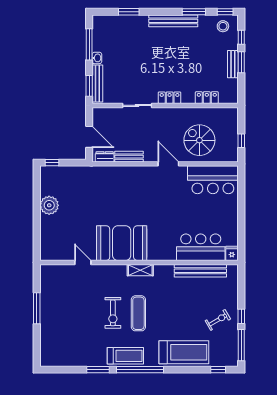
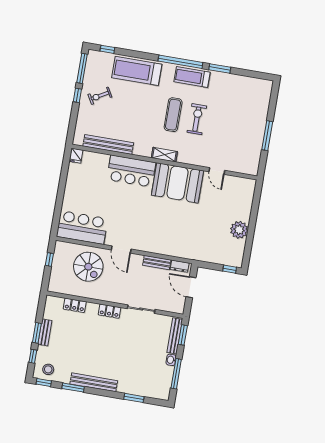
bar counter: (201, 247) -> (131, 171), moved

